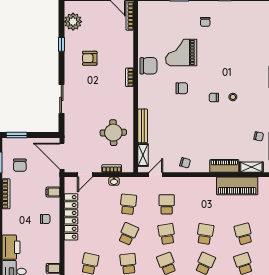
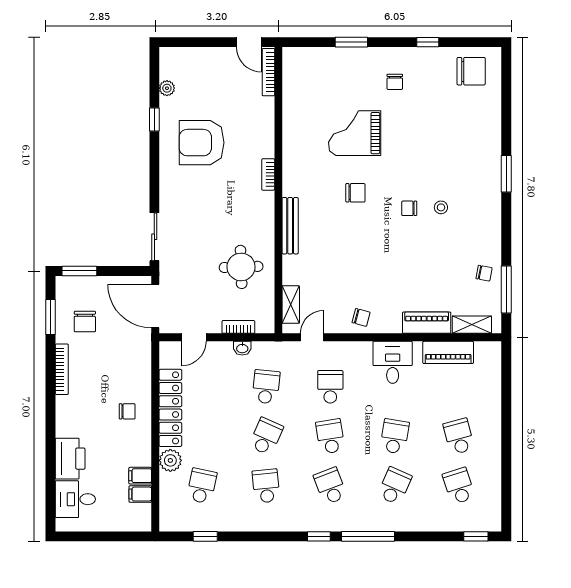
plant: (73, 22) -> (167, 88), width x0.53, depth x0.53
armchair: (90, 58) -> (202, 143), width x1.88, depth x1.88
chair: (148, 66) -> (471, 71), moved
sliding door: (61, 99) -> (154, 237), moved
bench: (143, 126) -> (290, 226), moved
piano: (237, 186) -> (448, 352), width x0.73, depth x0.75
desk: (204, 190) -> (393, 362), added
filing cabinet: (53, 192) -> (140, 476), moved
plant: (71, 248) -> (170, 460), added

